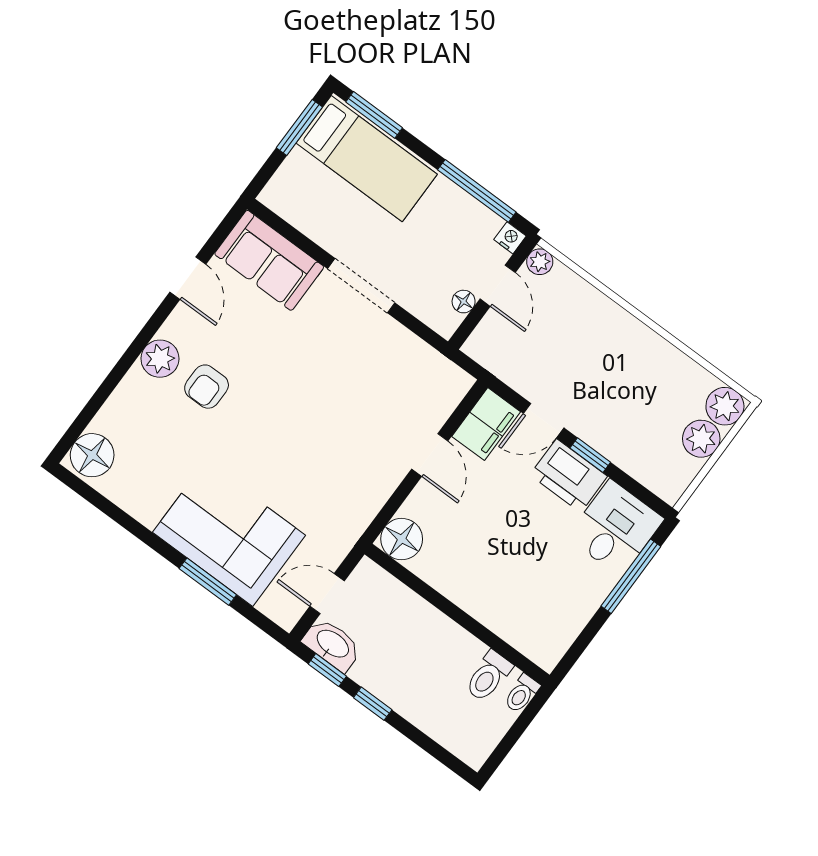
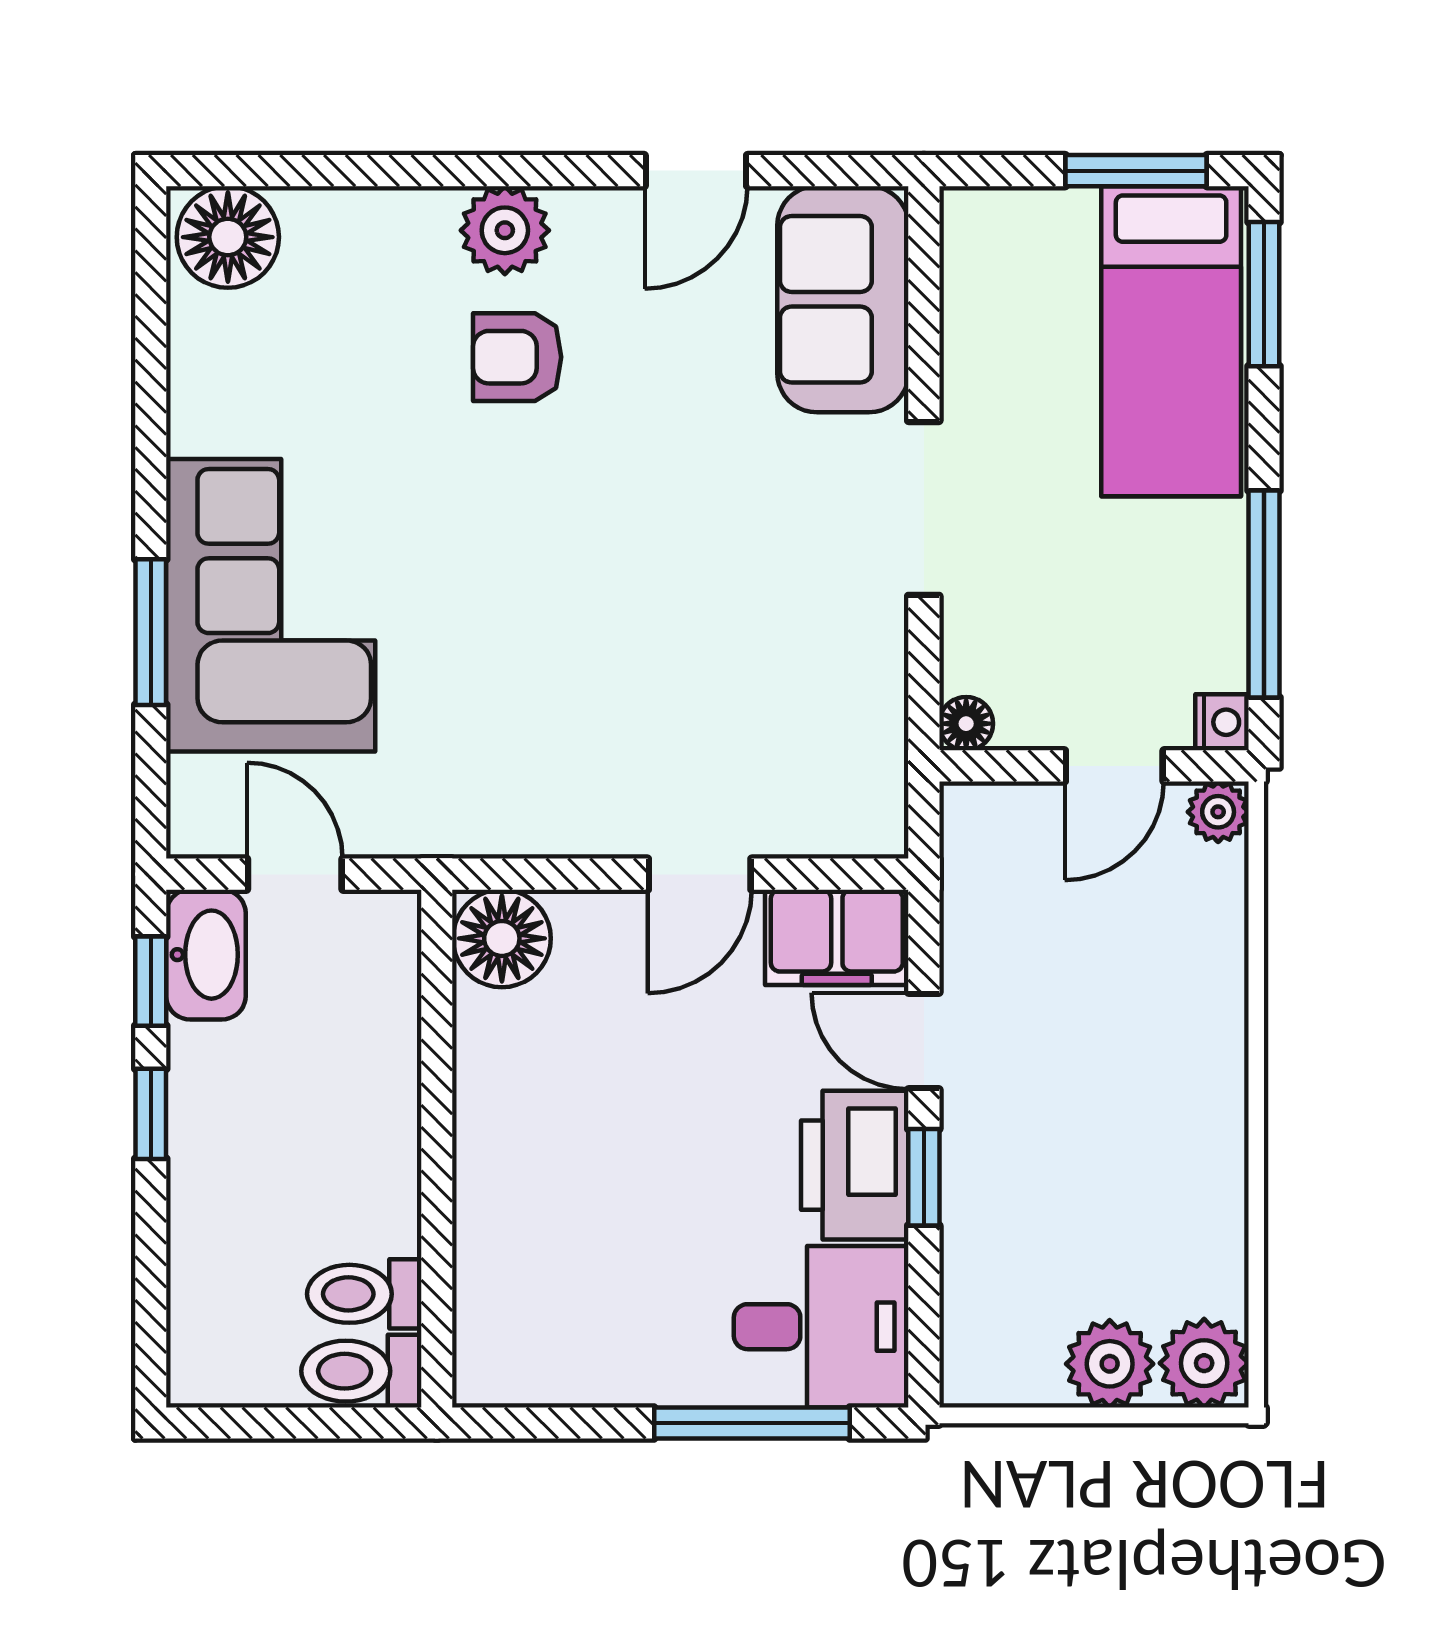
floor lamp: (464, 302) -> (966, 724), moved
toilet: (522, 694) -> (361, 1371), width x1.37, depth x1.39

